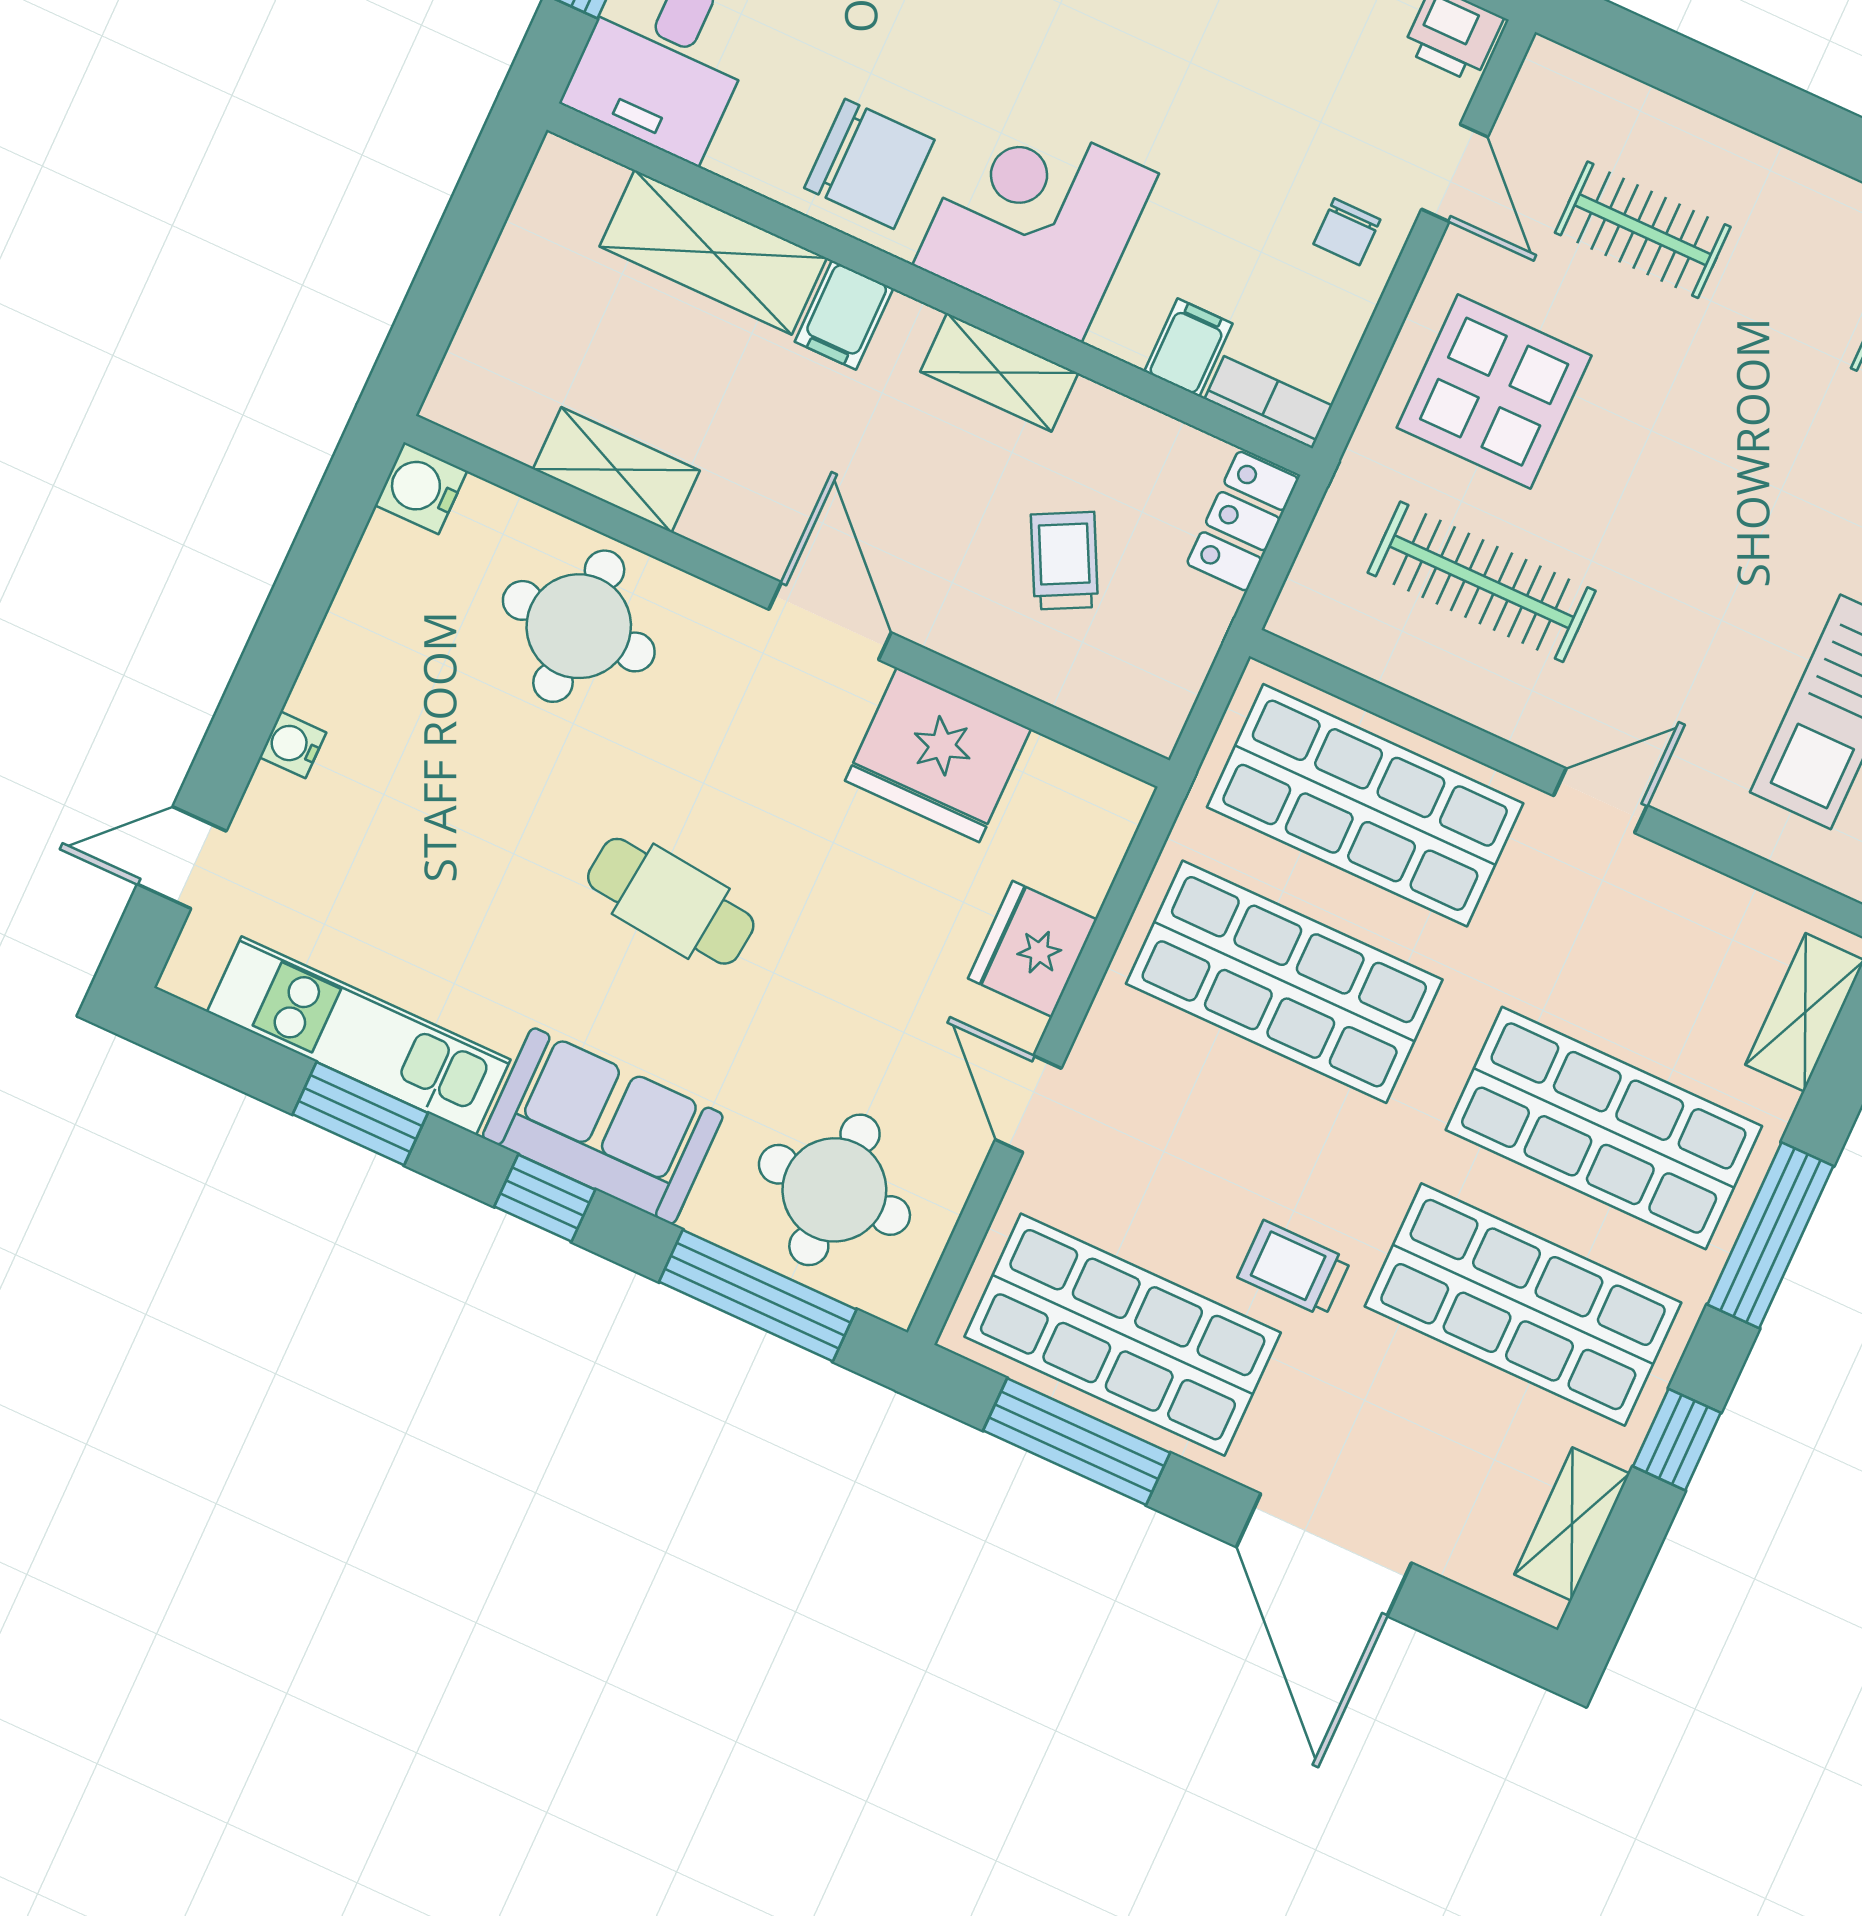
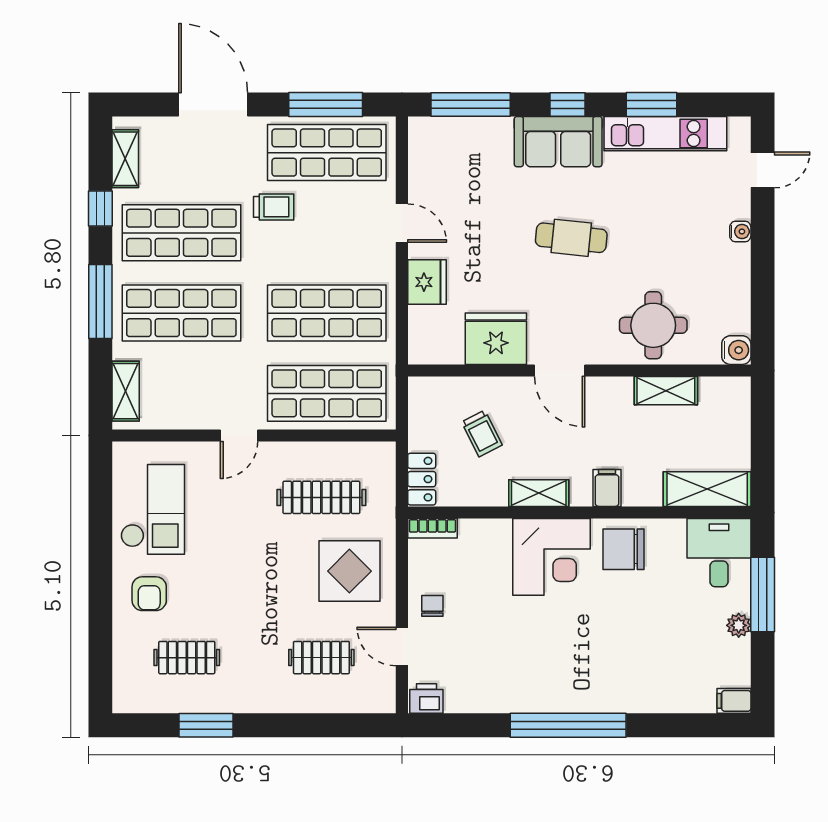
shelving: (713, 252) -> (707, 489), moved
filing cabinet: (1188, 347) -> (472, 535), removed
round table: (834, 1190) -> (460, 157), removed

